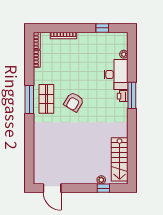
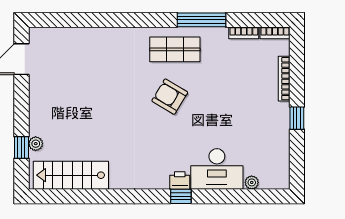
window: (102, 28) -> (297, 118), moved
window: (132, 95) -> (181, 196), width x0.46
window: (29, 99) -> (201, 20), moved

